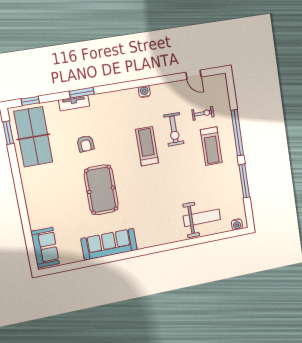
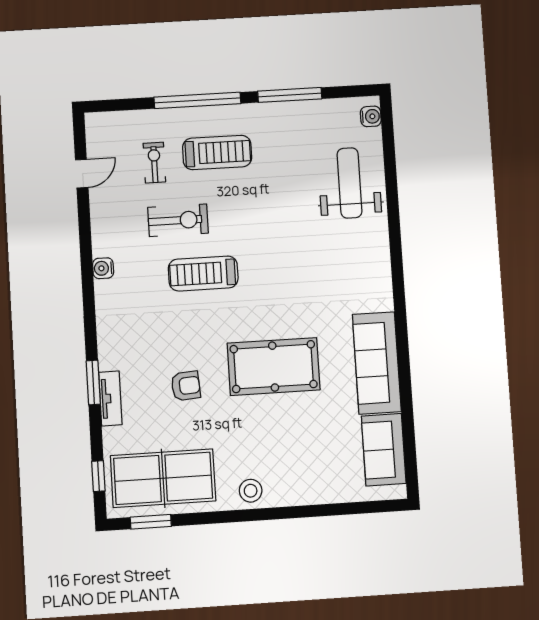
stool: (32, 186) -> (251, 491), added
sofa: (45, 248) -> (384, 450), moved, turned -90

